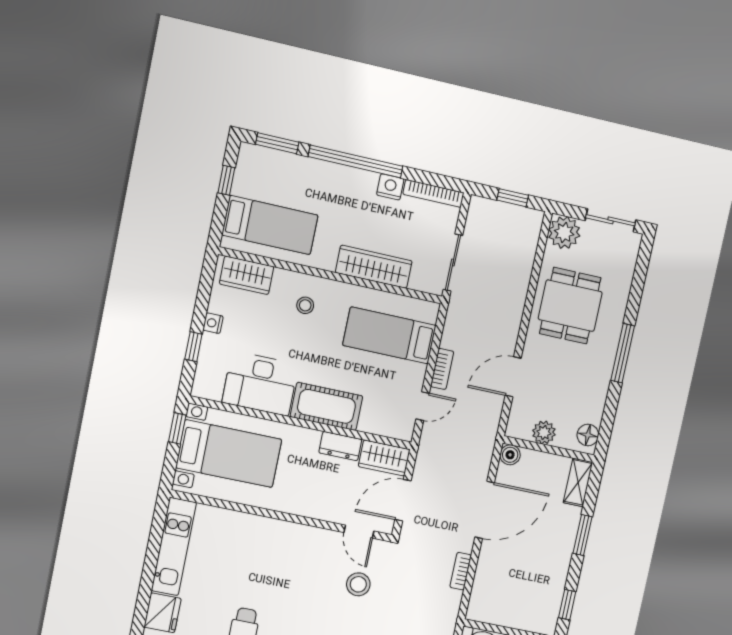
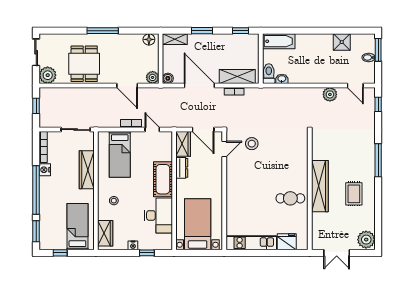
dining table: (570, 306) -> (84, 64), turned 90
window: (177, 428) -> (190, 253), removed
plant: (544, 433) -> (153, 77), moved
shelving: (486, 582) -> (237, 77), added

